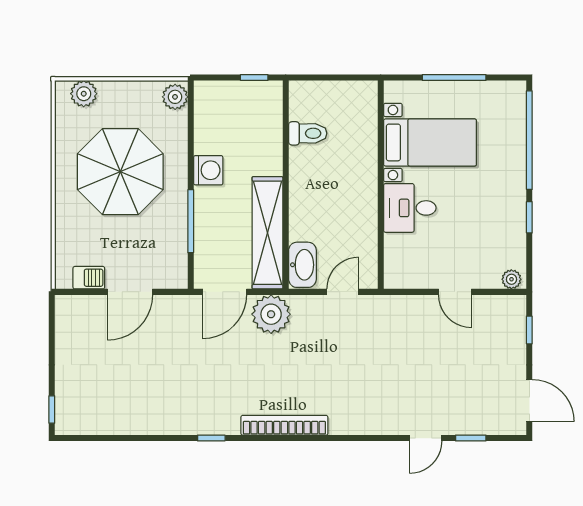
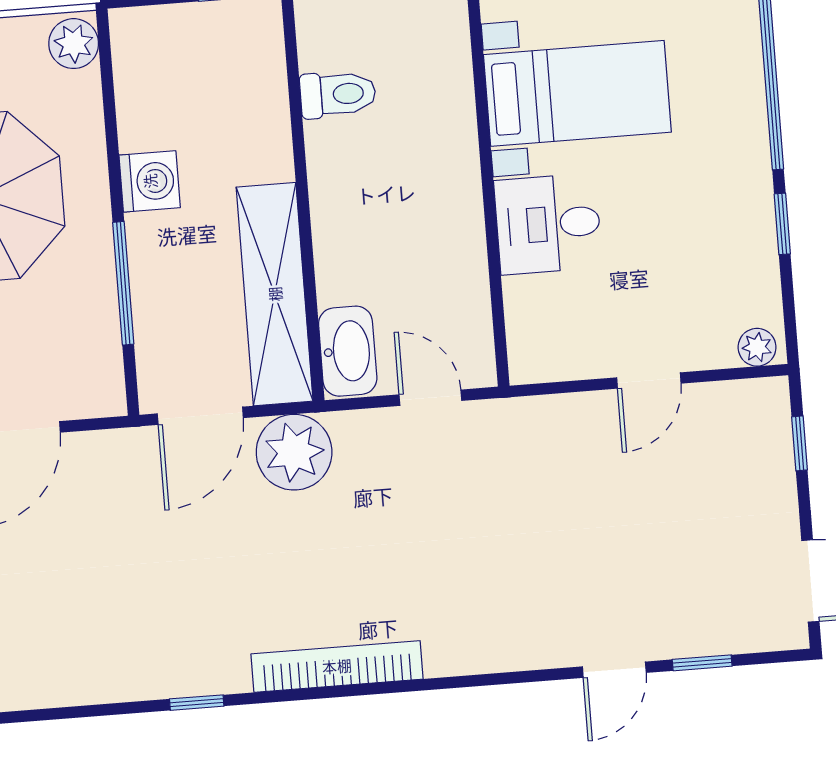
door: (343, 292) -> (430, 398), hinge flipped
door: (455, 292) -> (649, 380), hinge flipped

